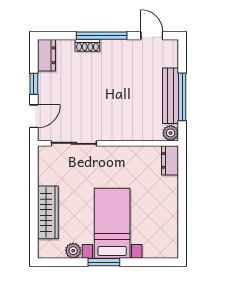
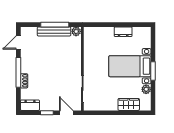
dresser: (170, 160) -> (123, 32), moved
wardrobe: (48, 212) -> (129, 104), width x0.67

